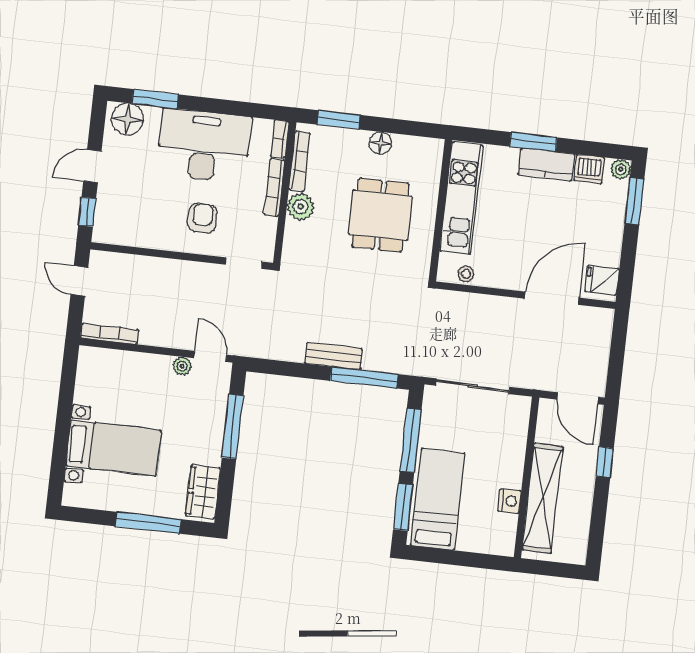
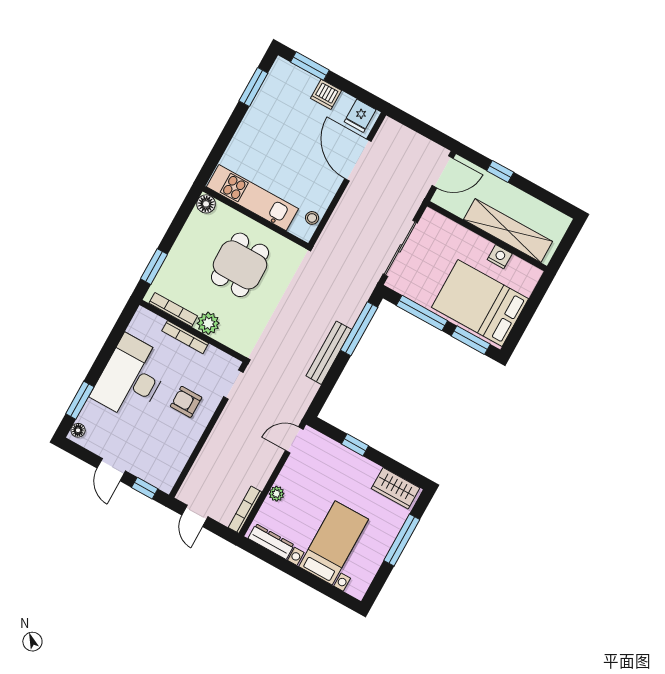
floor lamp: (127, 119) -> (78, 430), width x0.53, depth x0.53
bookcase: (280, 139) -> (150, 318), removed
window: (533, 142) -> (253, 87), moved
floor lamp: (380, 143) -> (206, 204), moved
kitchen counter: (546, 164) -> (254, 122), removed
dishwasher: (589, 169) -> (326, 94), moved, turned 90
plant: (621, 169) -> (281, 66), removed
dining table: (380, 215) -> (240, 265), turned 90
door: (79, 281) -> (195, 516), hinge flipped
bench: (334, 356) -> (329, 353), width x1.36
plant: (182, 366) -> (277, 494), moved
dresser: (86, 378) -> (271, 542), added
window: (233, 427) -> (355, 445), width x0.46
bed: (438, 499) -> (480, 303), width x1.50

